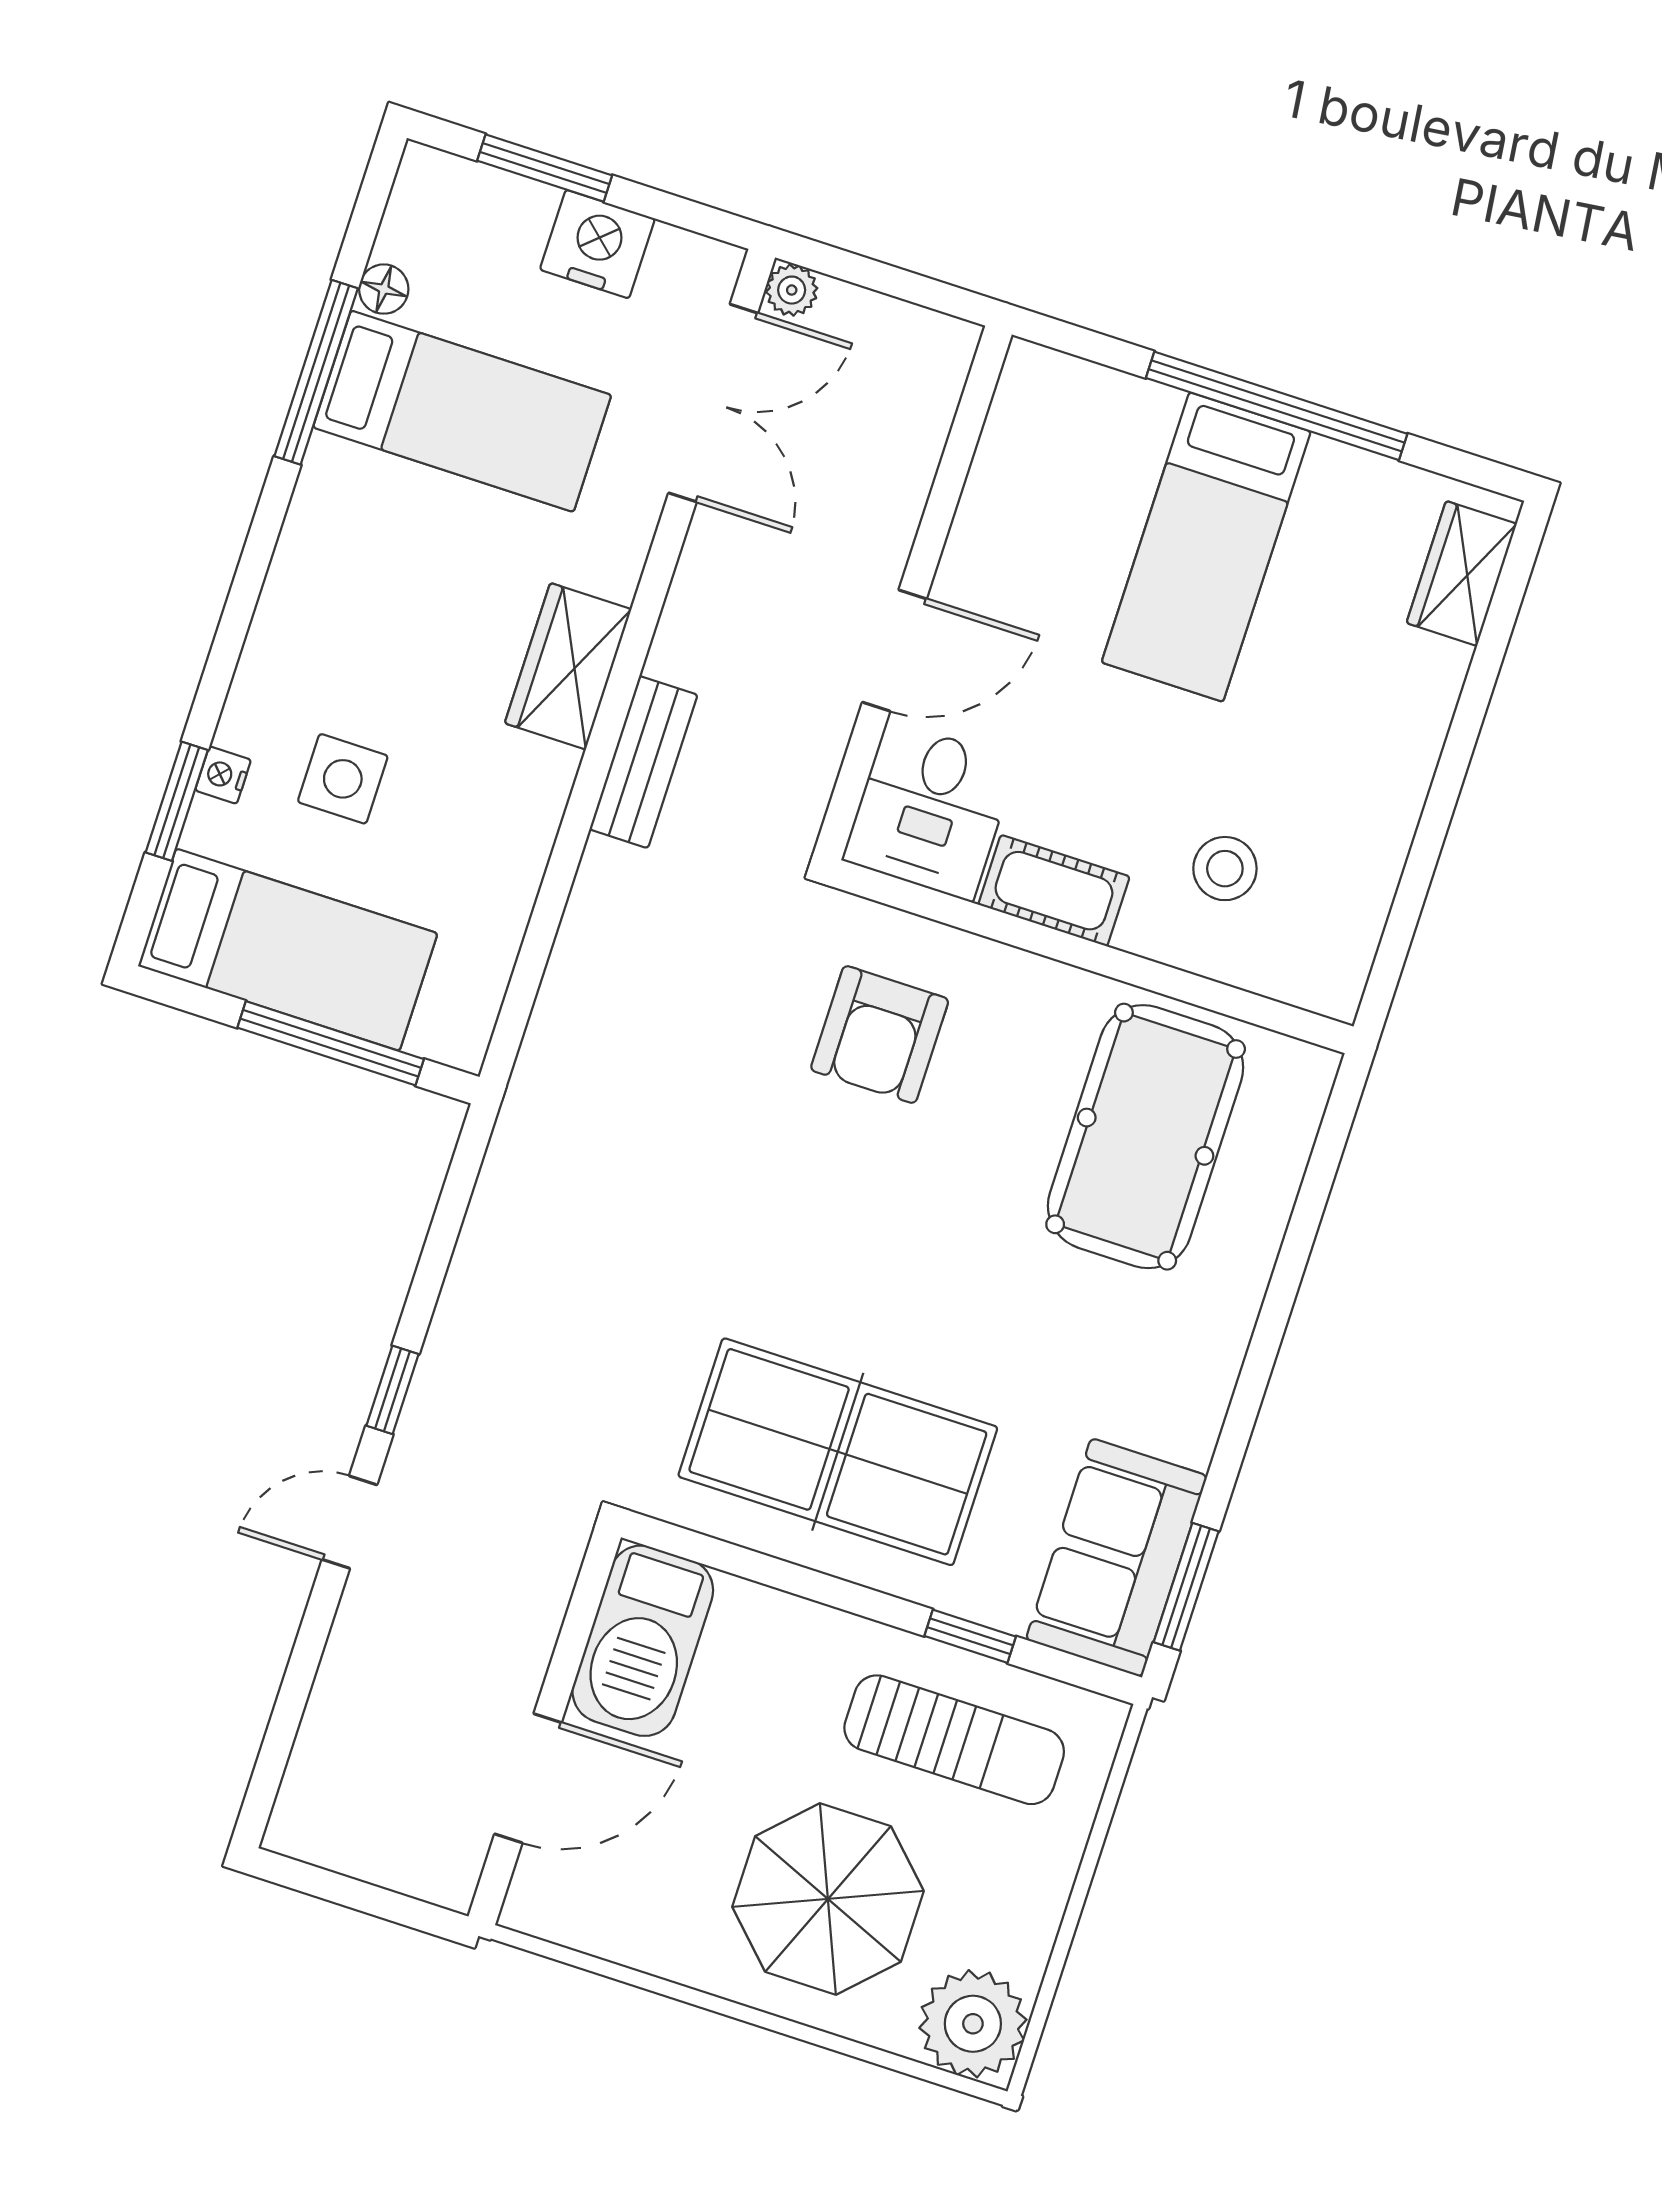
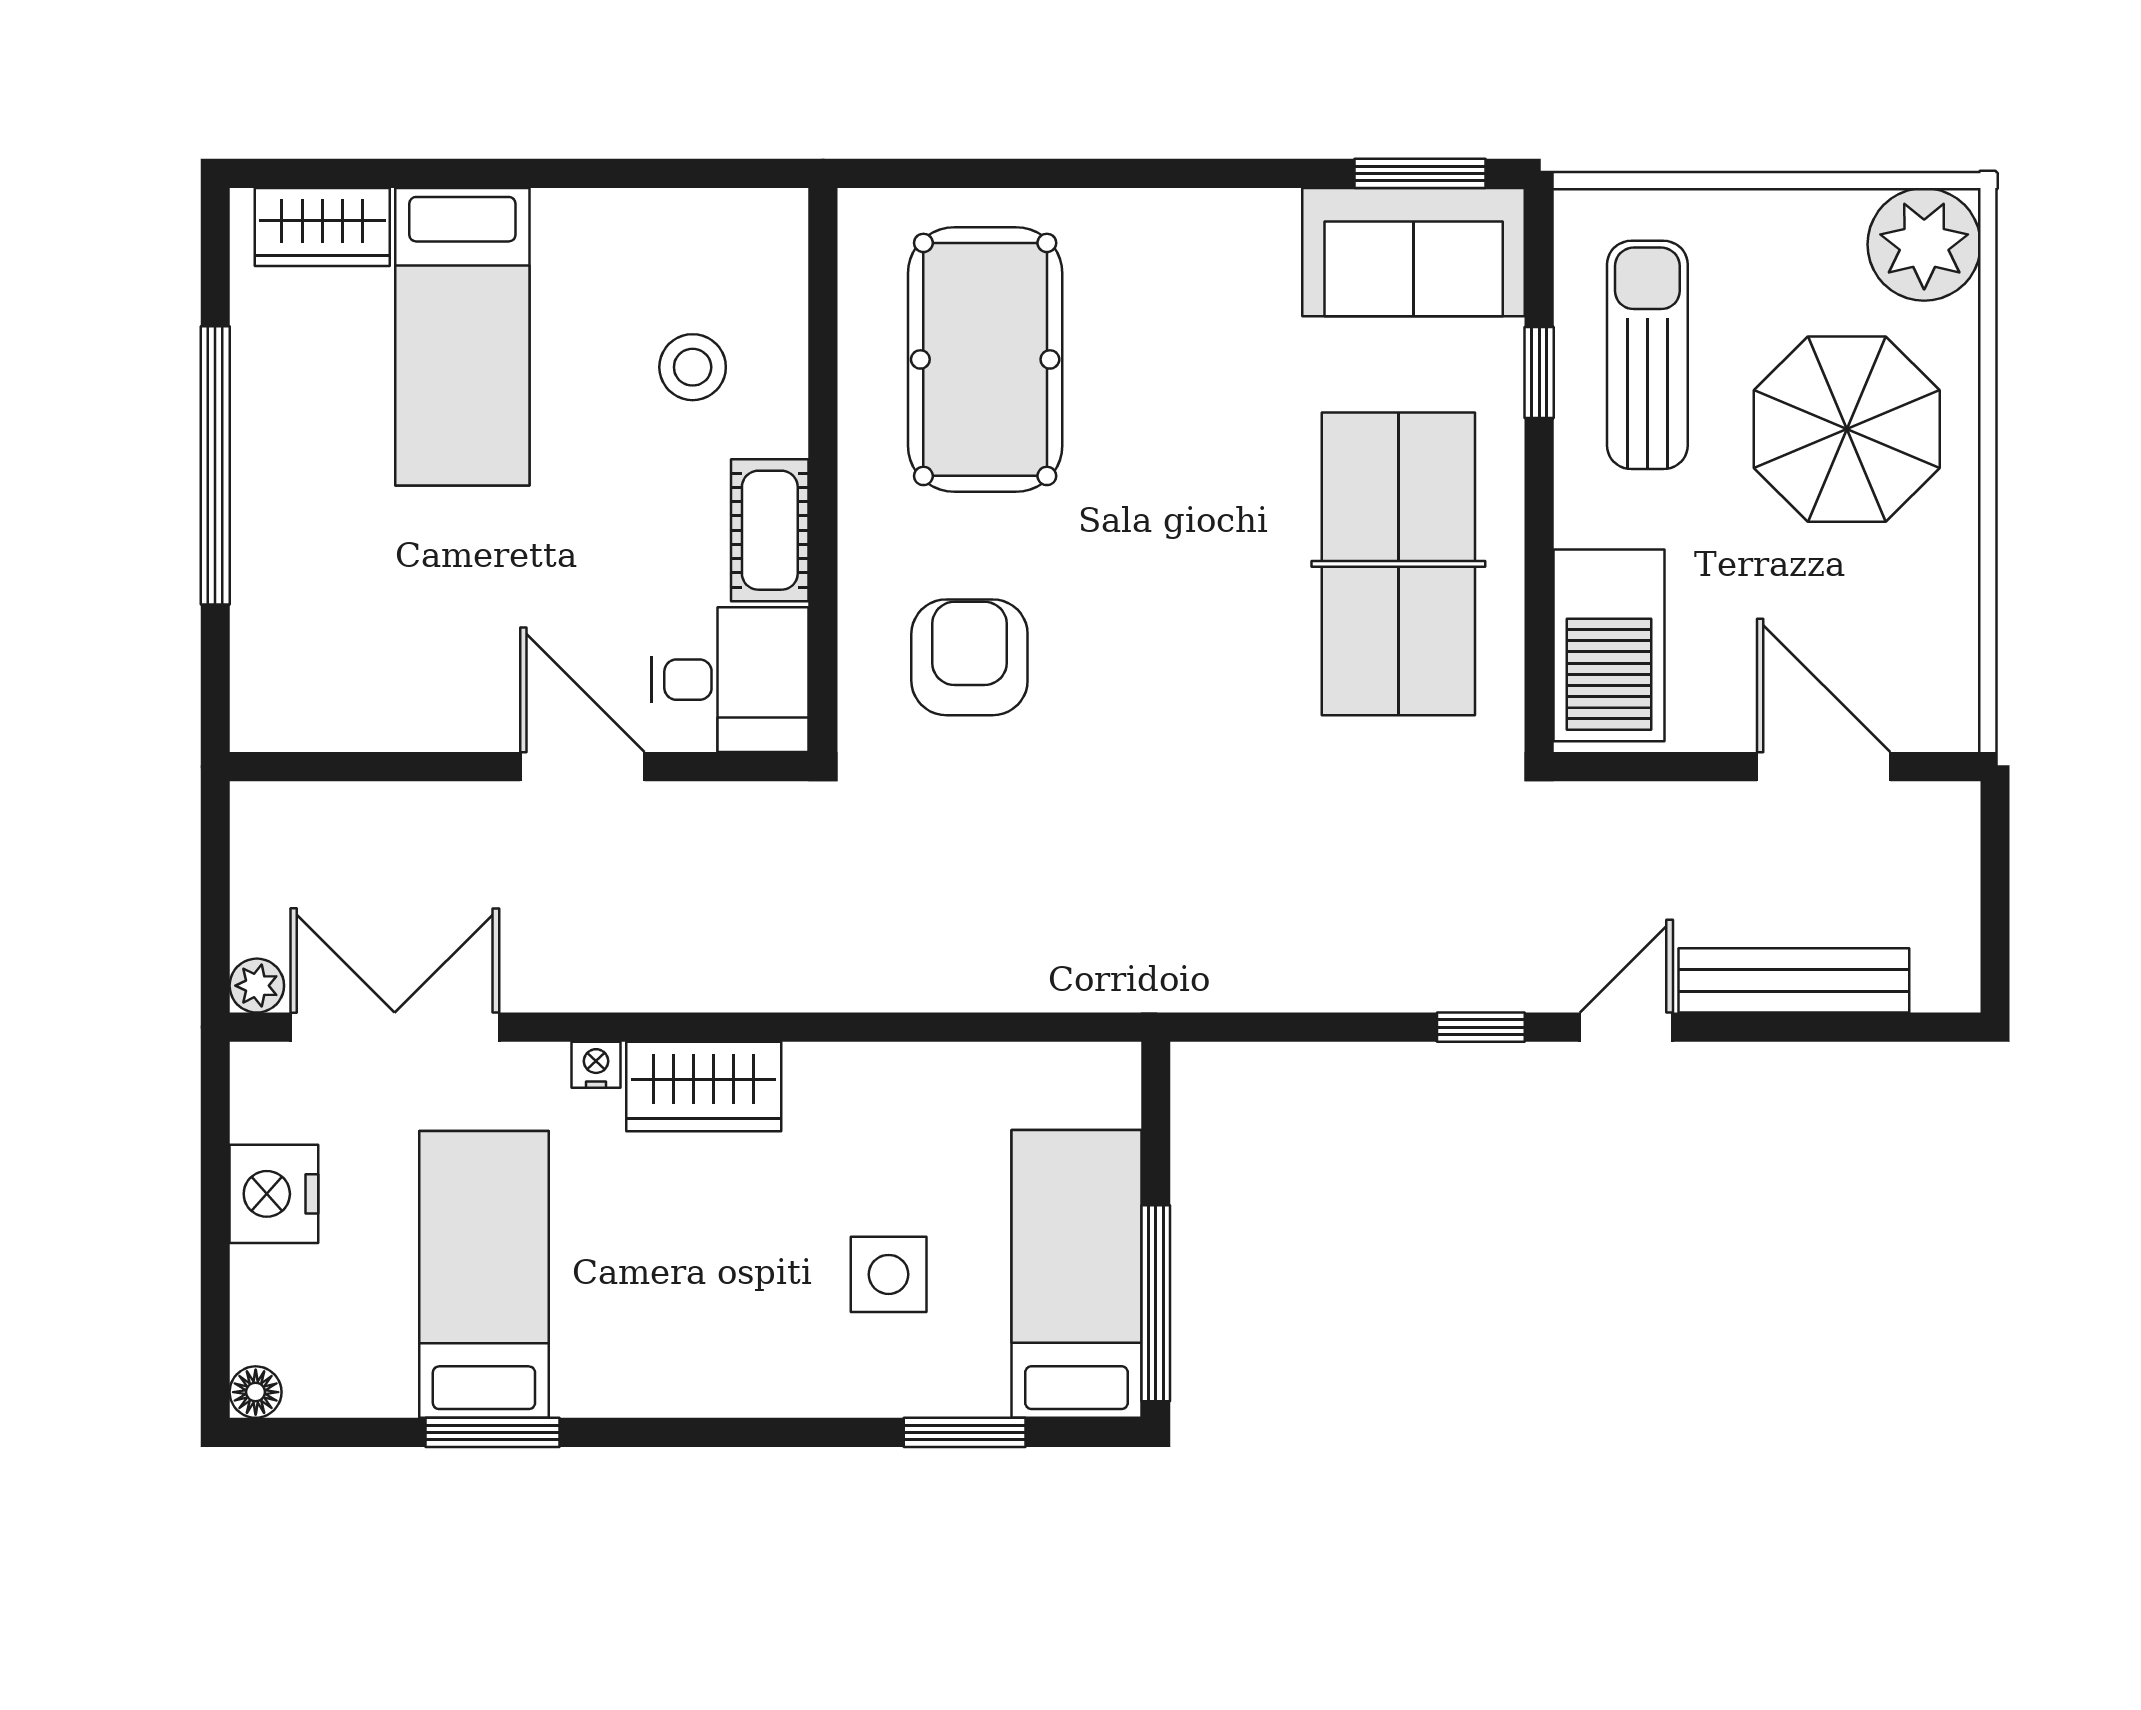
window: (545, 168) -> (215, 1271), removed
floor lamp: (384, 289) -> (256, 1392), moved
window: (316, 372) -> (492, 1432), width x0.69
bed: (1206, 547) -> (462, 337), moved, turned 90
bench: (644, 762) -> (1794, 980), moved, width x1.36
nightstand: (223, 775) -> (596, 1065), moved, turned 180
armchair: (880, 1034) -> (969, 657), turned -90
window: (331, 1043) -> (1156, 1303), moved
pool table: (1146, 1137) -> (985, 359), turned 90
door: (350, 1522) -> (1626, 1027), swing flipped
barbecue: (643, 1641) -> (1609, 645), moved, turned 90

